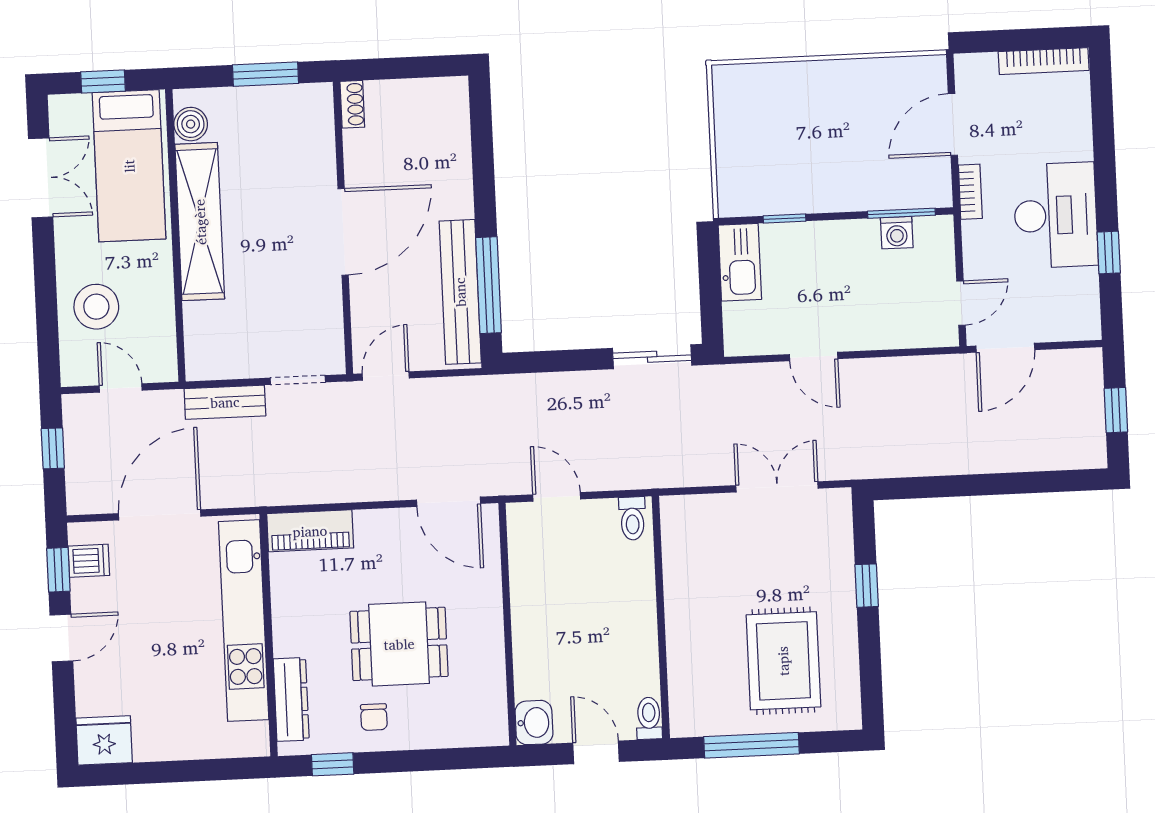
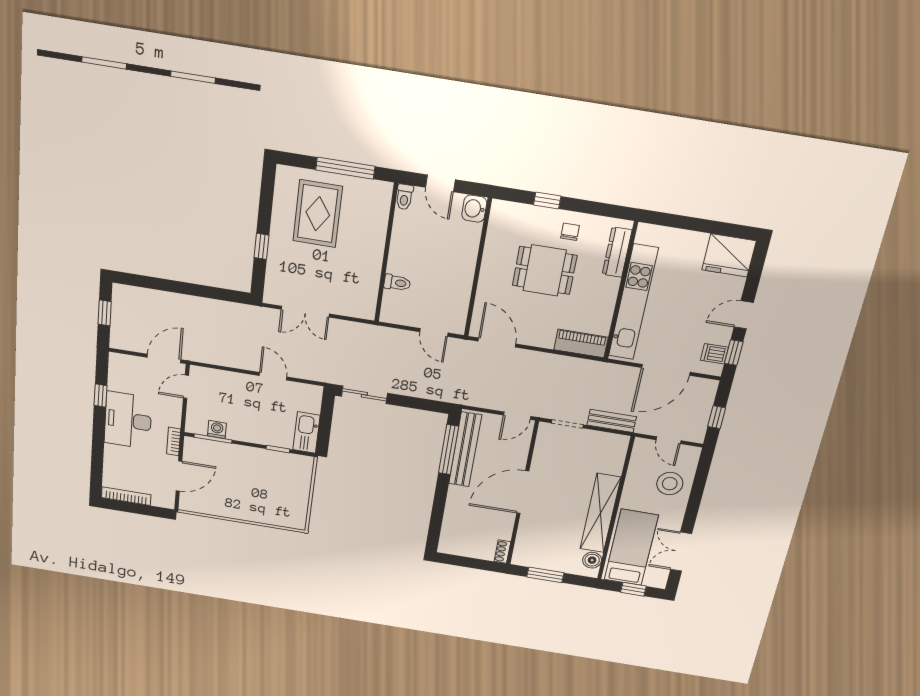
toilet: (632, 518) -> (397, 283), moved, turned 90
fridge: (104, 740) -> (729, 255), width x1.36, depth x1.34
window: (333, 764) -> (547, 201), moved

